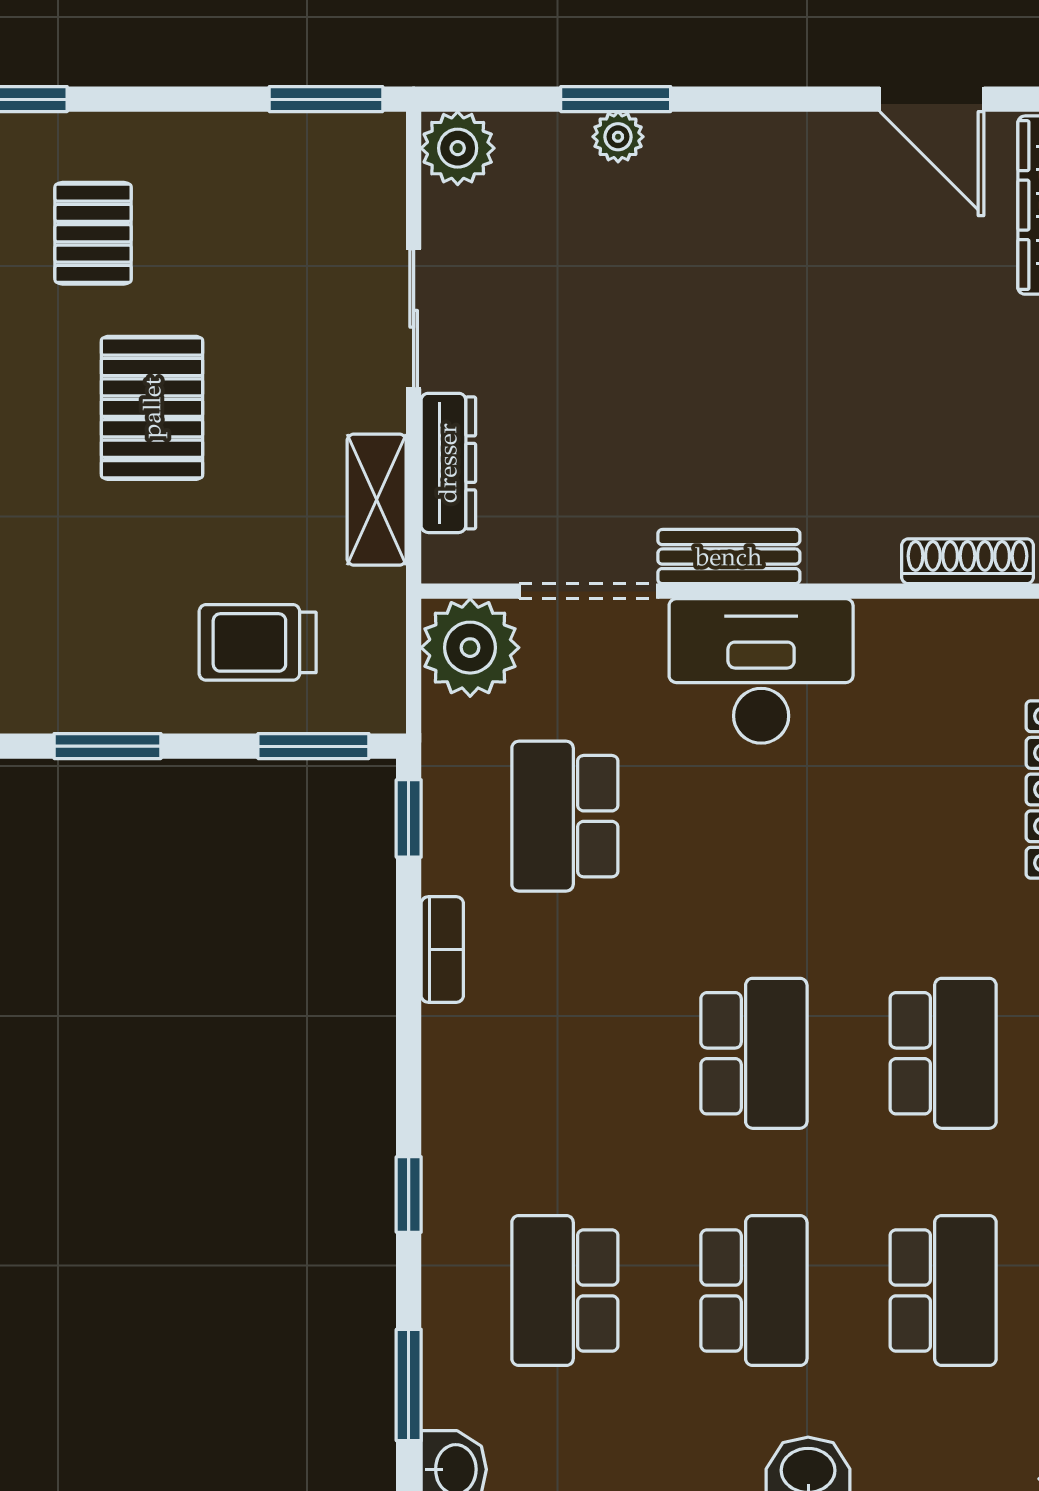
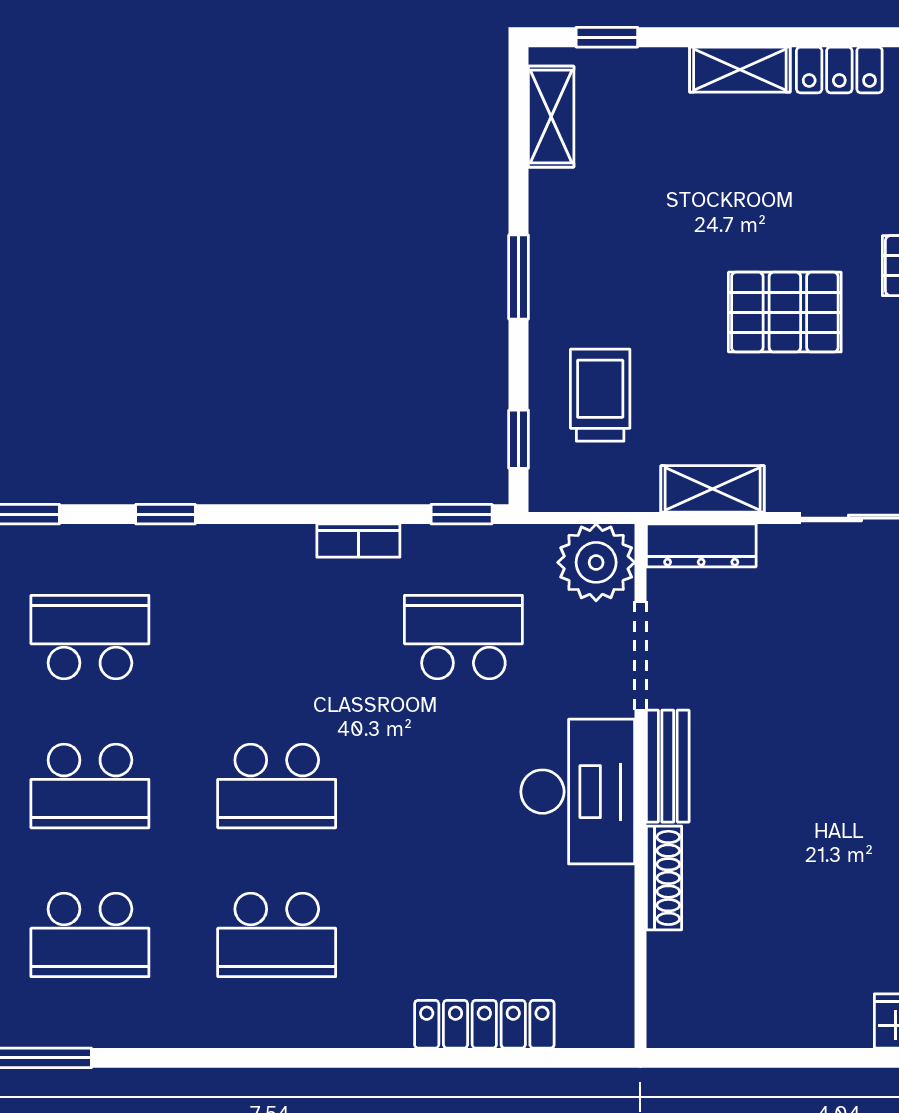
dresser: (448, 463) -> (701, 545), moved
shoe rack: (968, 561) -> (664, 878), moved
window: (313, 746) -> (519, 439), width x0.67

